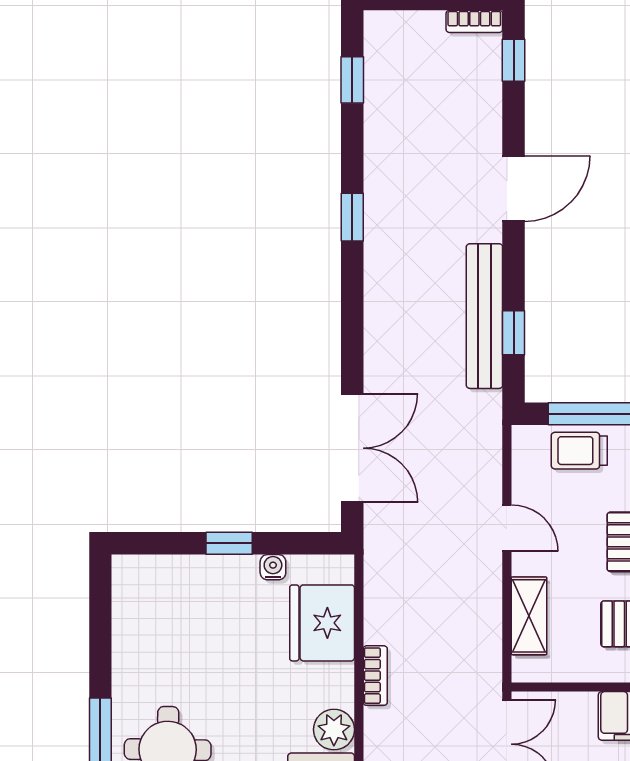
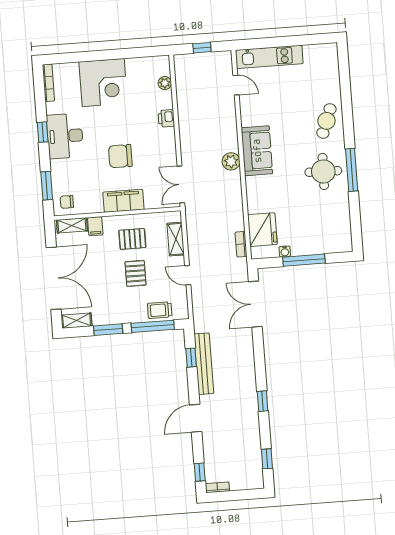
trolley: (579, 451) -> (160, 310), turned 180
window: (229, 543) -> (304, 260), width x2.17
bookcase: (375, 676) -> (241, 244), moved
plant: (334, 730) -> (254, 185), removed

